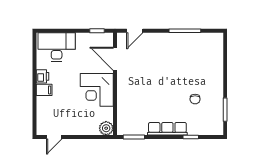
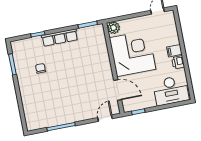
corner desk: (97, 90) -> (133, 53), width x1.36, depth x1.36

